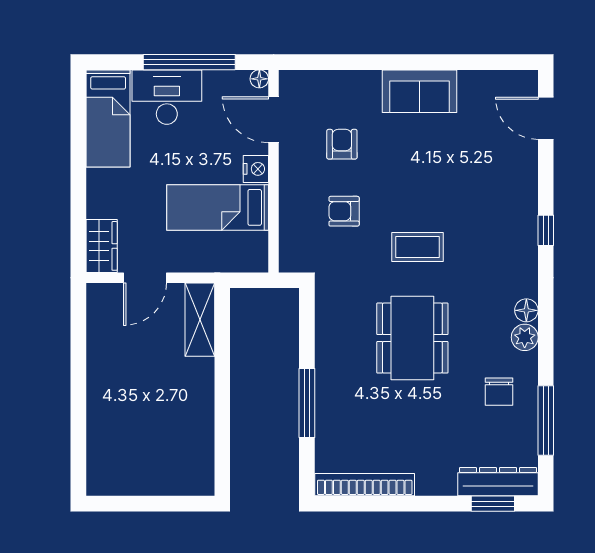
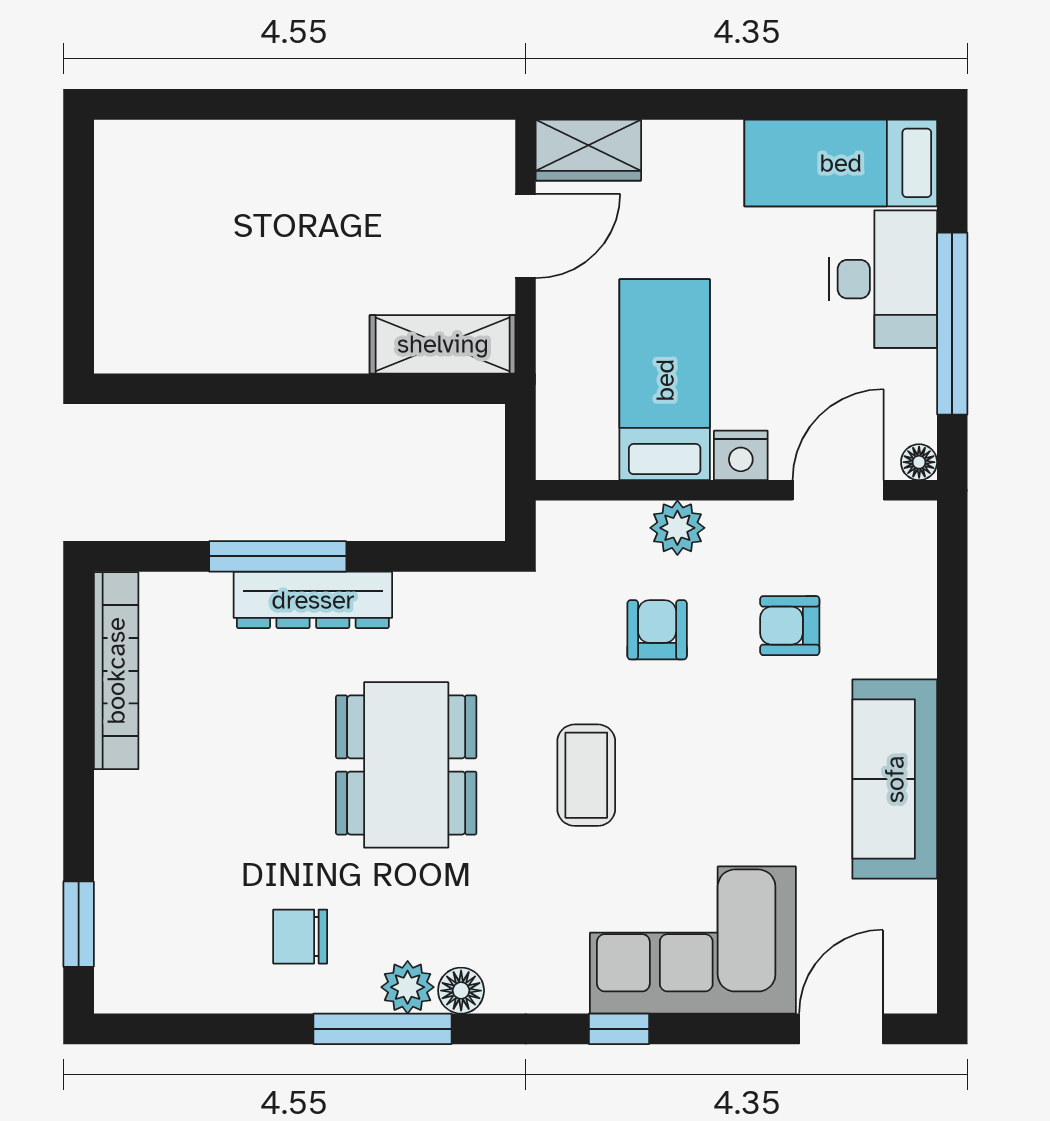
sofa: (419, 91) -> (895, 779), width x1.36
armchair: (342, 144) -> (790, 626), turned 180
corner sofa: (501, 193) -> (693, 940), added
plant: (292, 201) -> (677, 528), added
door: (145, 278) -> (526, 236), swing flipped
dining table: (412, 338) -> (406, 765), turned 90
window: (546, 421) -> (383, 1029), moved
dresser: (498, 482) -> (313, 600), moved, turned 90

